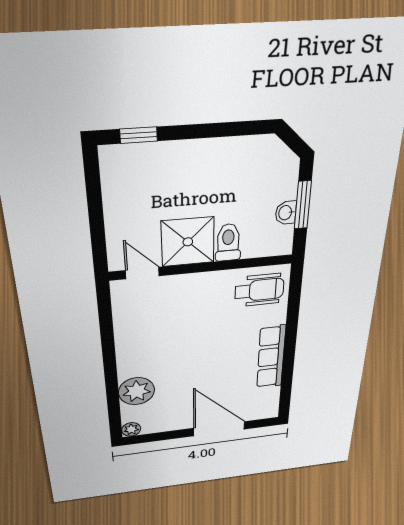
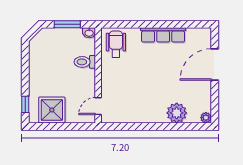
washbasin: (286, 213) -> (89, 33), moved
shower: (188, 242) -> (52, 110), moved

